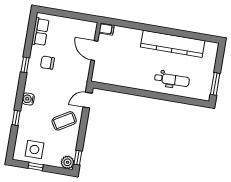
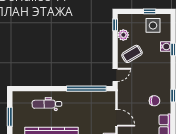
window: (215, 84) -> (10, 117), moved
window: (123, 90) -> (86, 89), added
water cooler: (28, 99) -> (166, 47), moved
plant: (67, 162) -> (123, 35), moved

